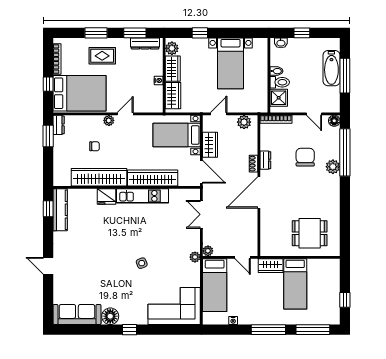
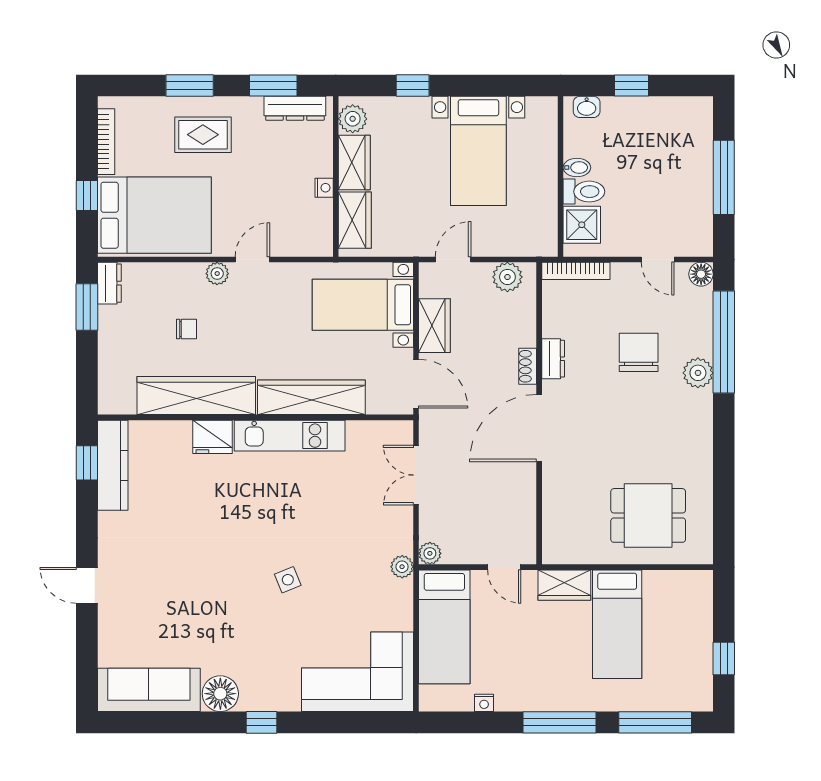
bathtub: (331, 68) -> (695, 161), removed

